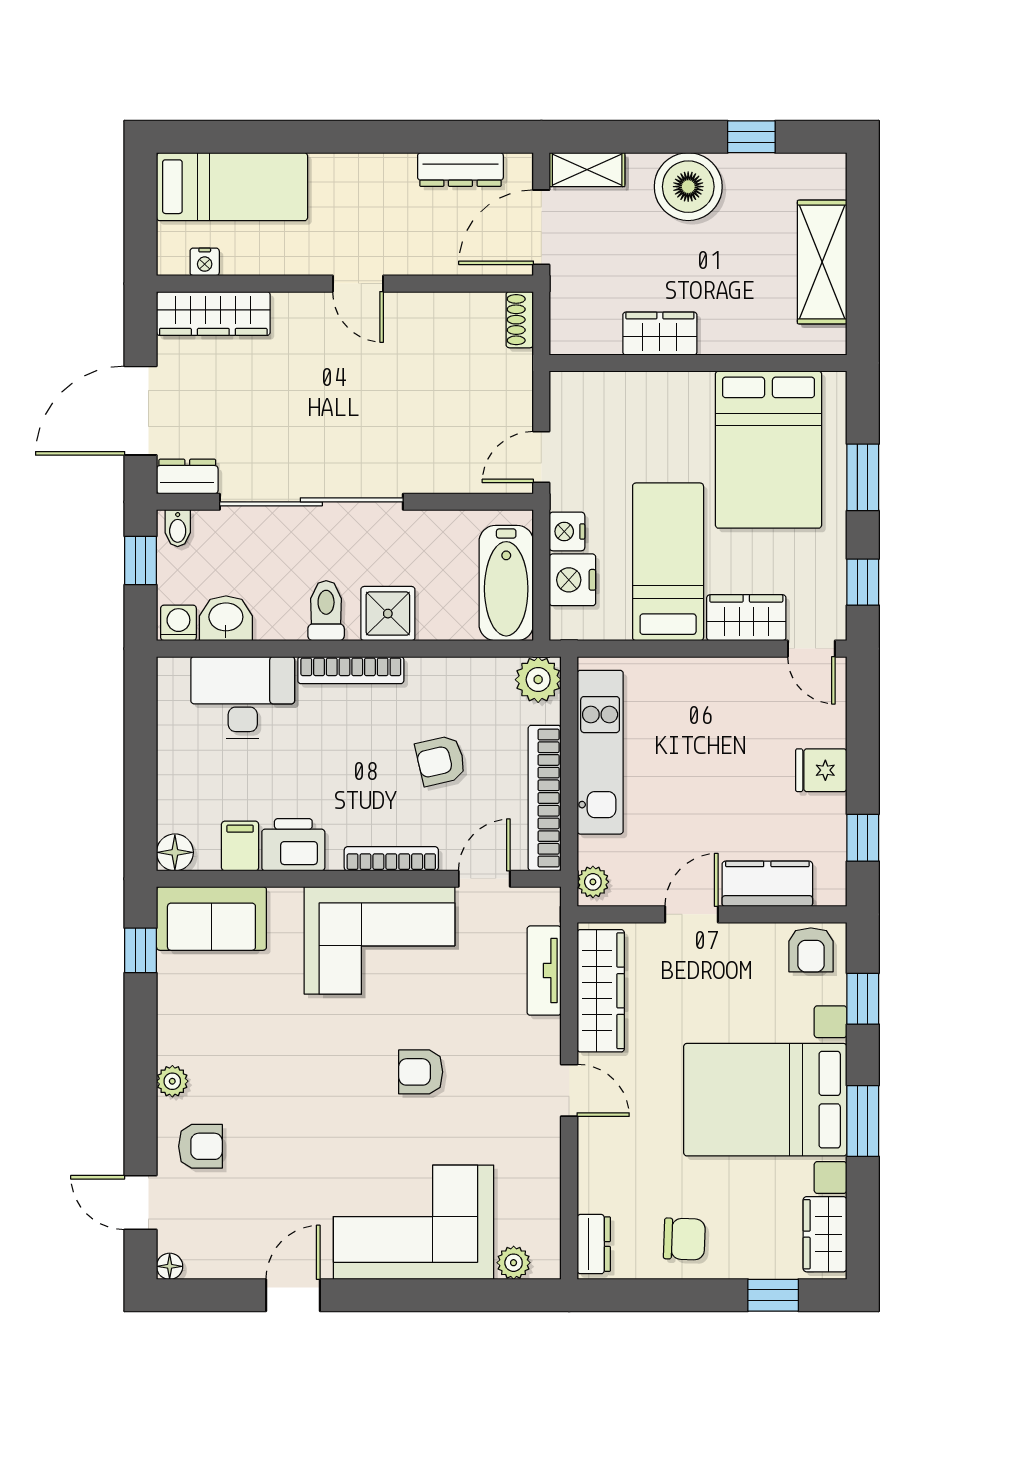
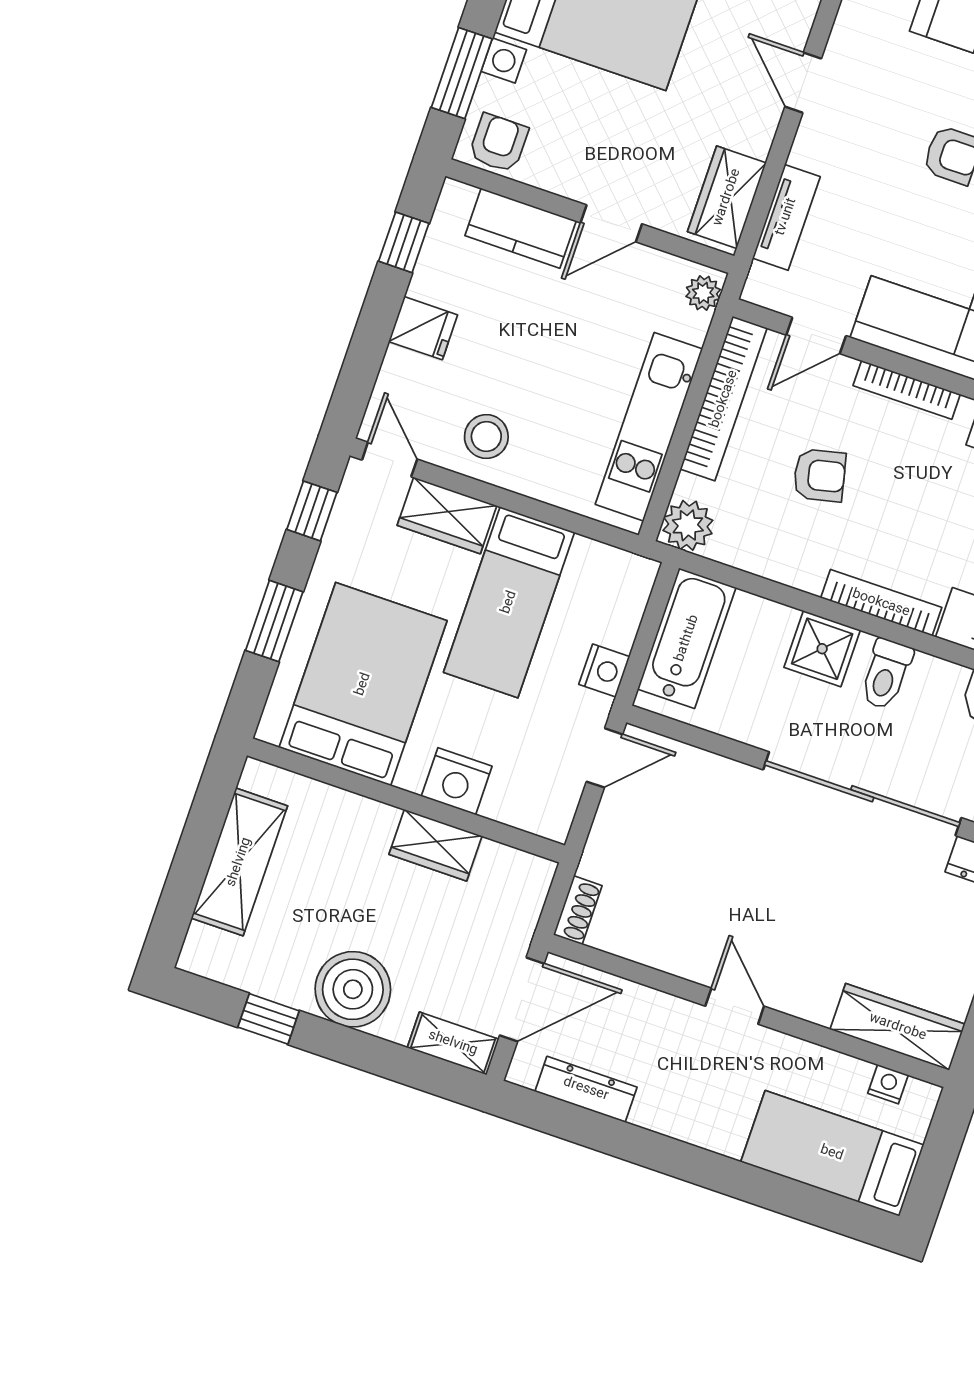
nightstand: (572, 580) -> (457, 781), moved, turned 90
stool: (736, 696) -> (486, 437), added
wardrobe: (601, 991) -> (727, 197), width x0.67
window: (863, 999) -> (462, 73), width x1.50

